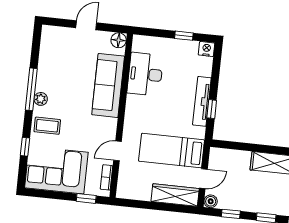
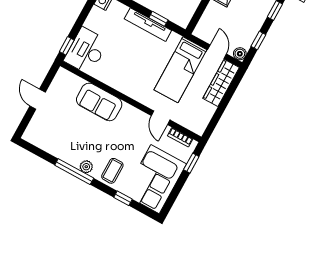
window: (184, 36) -> (67, 46), moved
floor lamp: (119, 40) -> (63, 76), removed
desk: (145, 74) -> (86, 51), moved, turned 90
sofa: (108, 85) -> (99, 102), width x0.73

